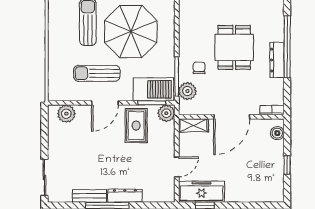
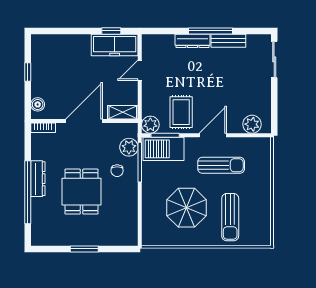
parasol: (131, 31) -> (187, 208), width x0.73, depth x0.73

